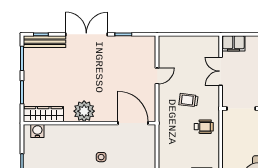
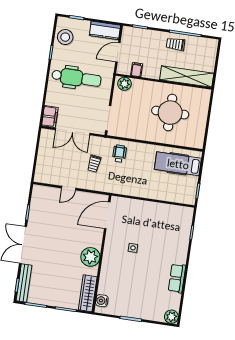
double door: (221, 71) -> (73, 131), width x1.37
door: (157, 76) -> (69, 188), swing flipped

